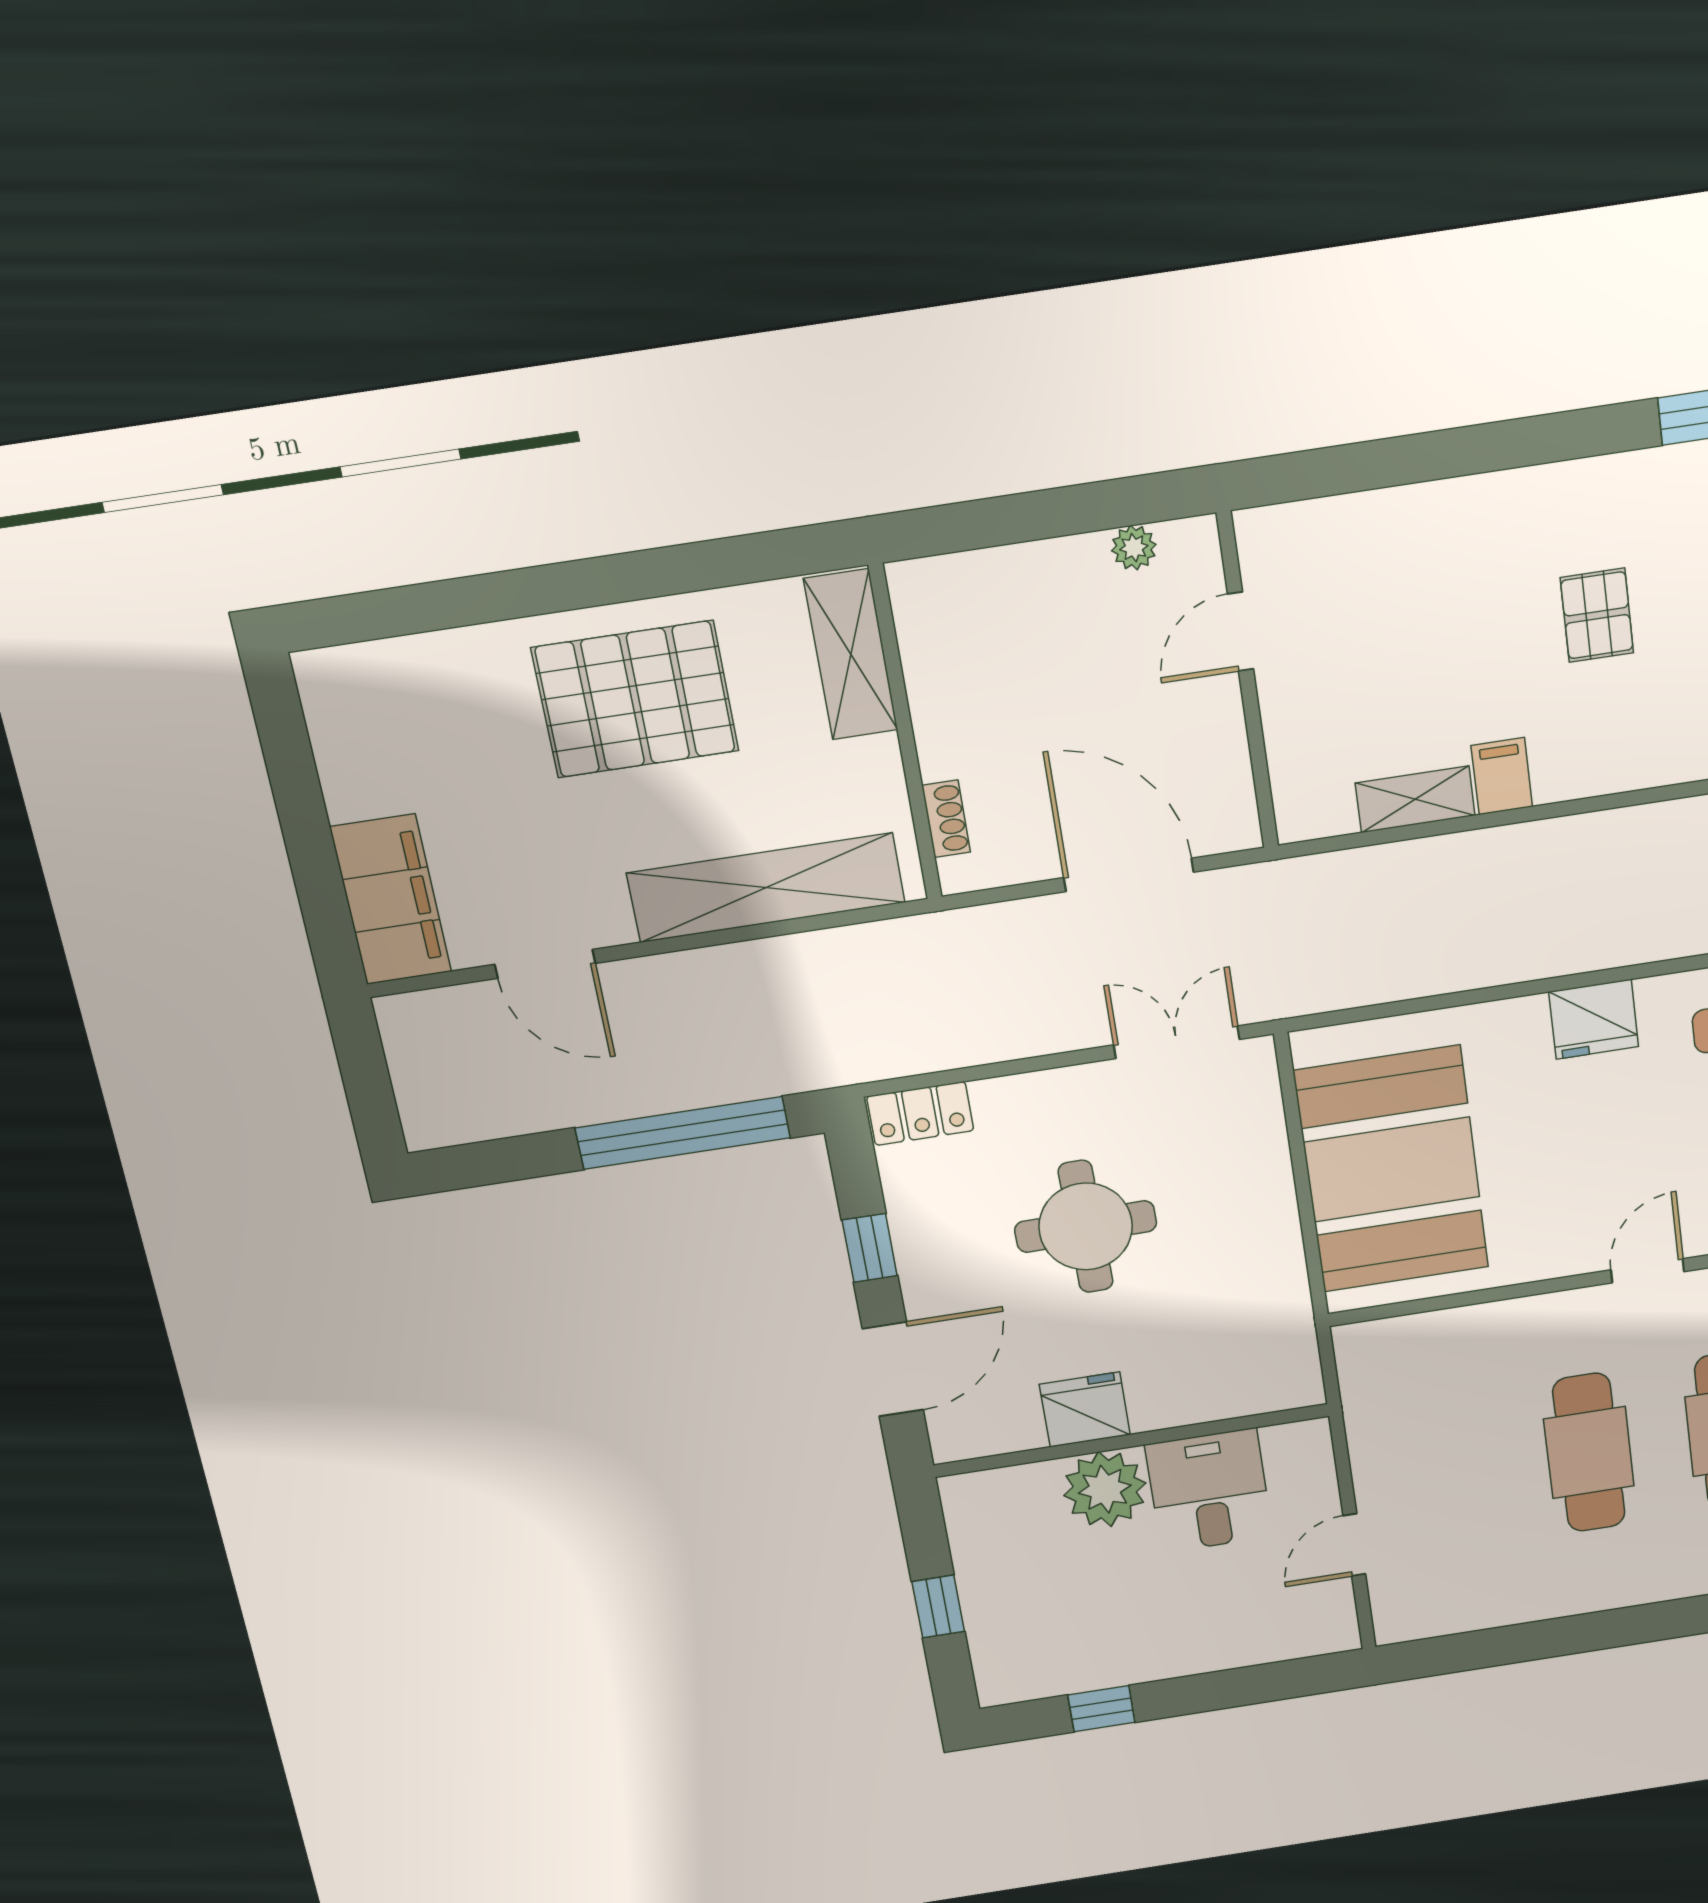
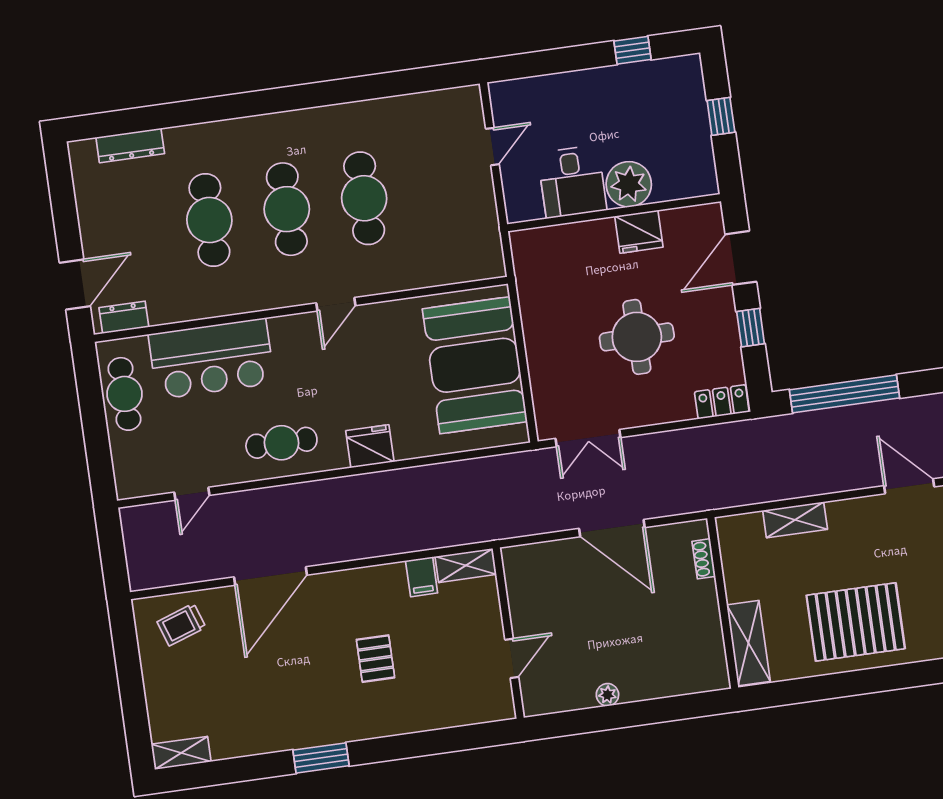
door: (1240, 632) -> (512, 658), moved
wall: (1248, 682) -> (508, 633), moved
shelving: (766, 888) -> (795, 520), width x0.45, depth x0.75

